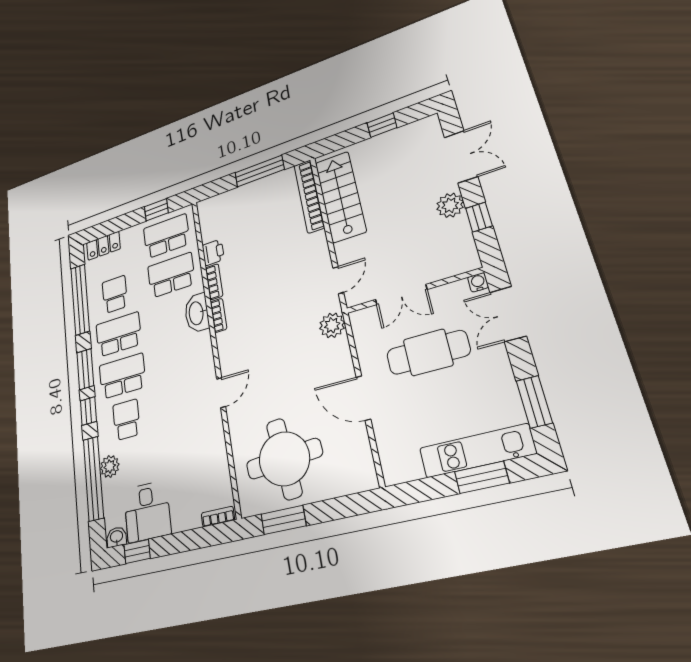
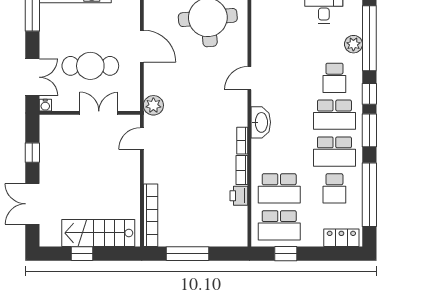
stairs: (340, 197) -> (98, 233), moved, turned 90
plant: (450, 205) -> (49, 169), removed
washbasin: (197, 313) -> (261, 122), moved

